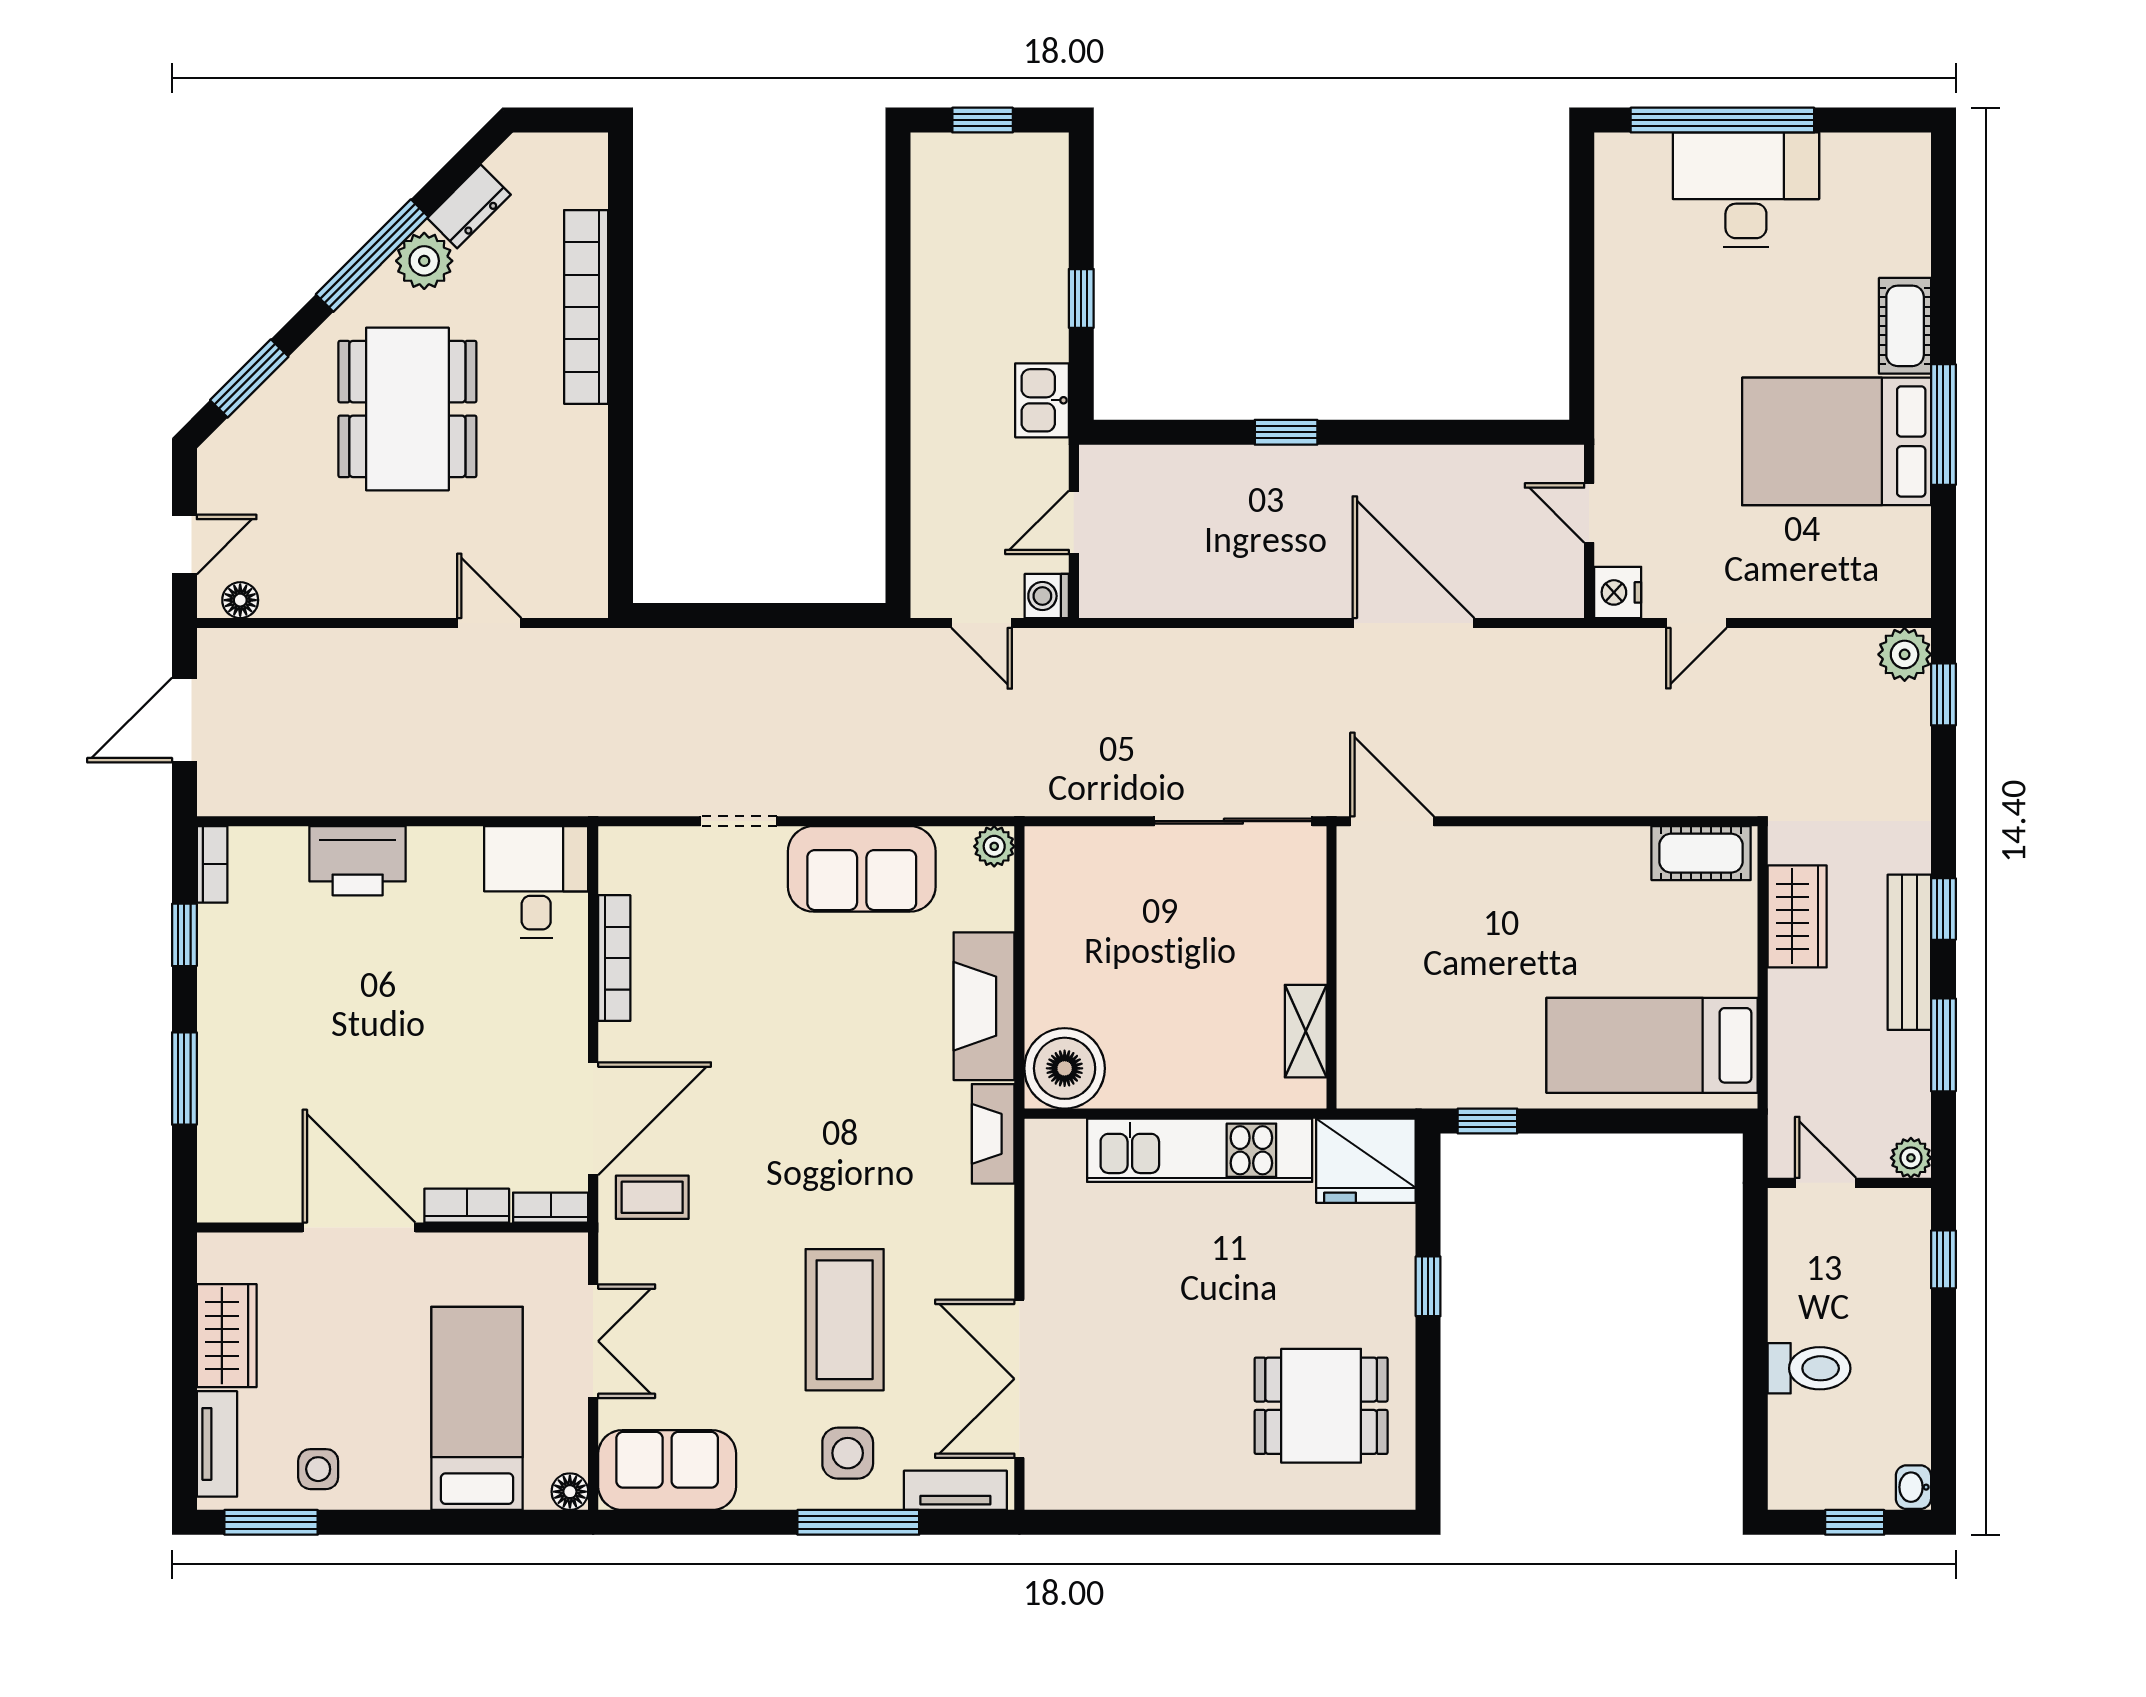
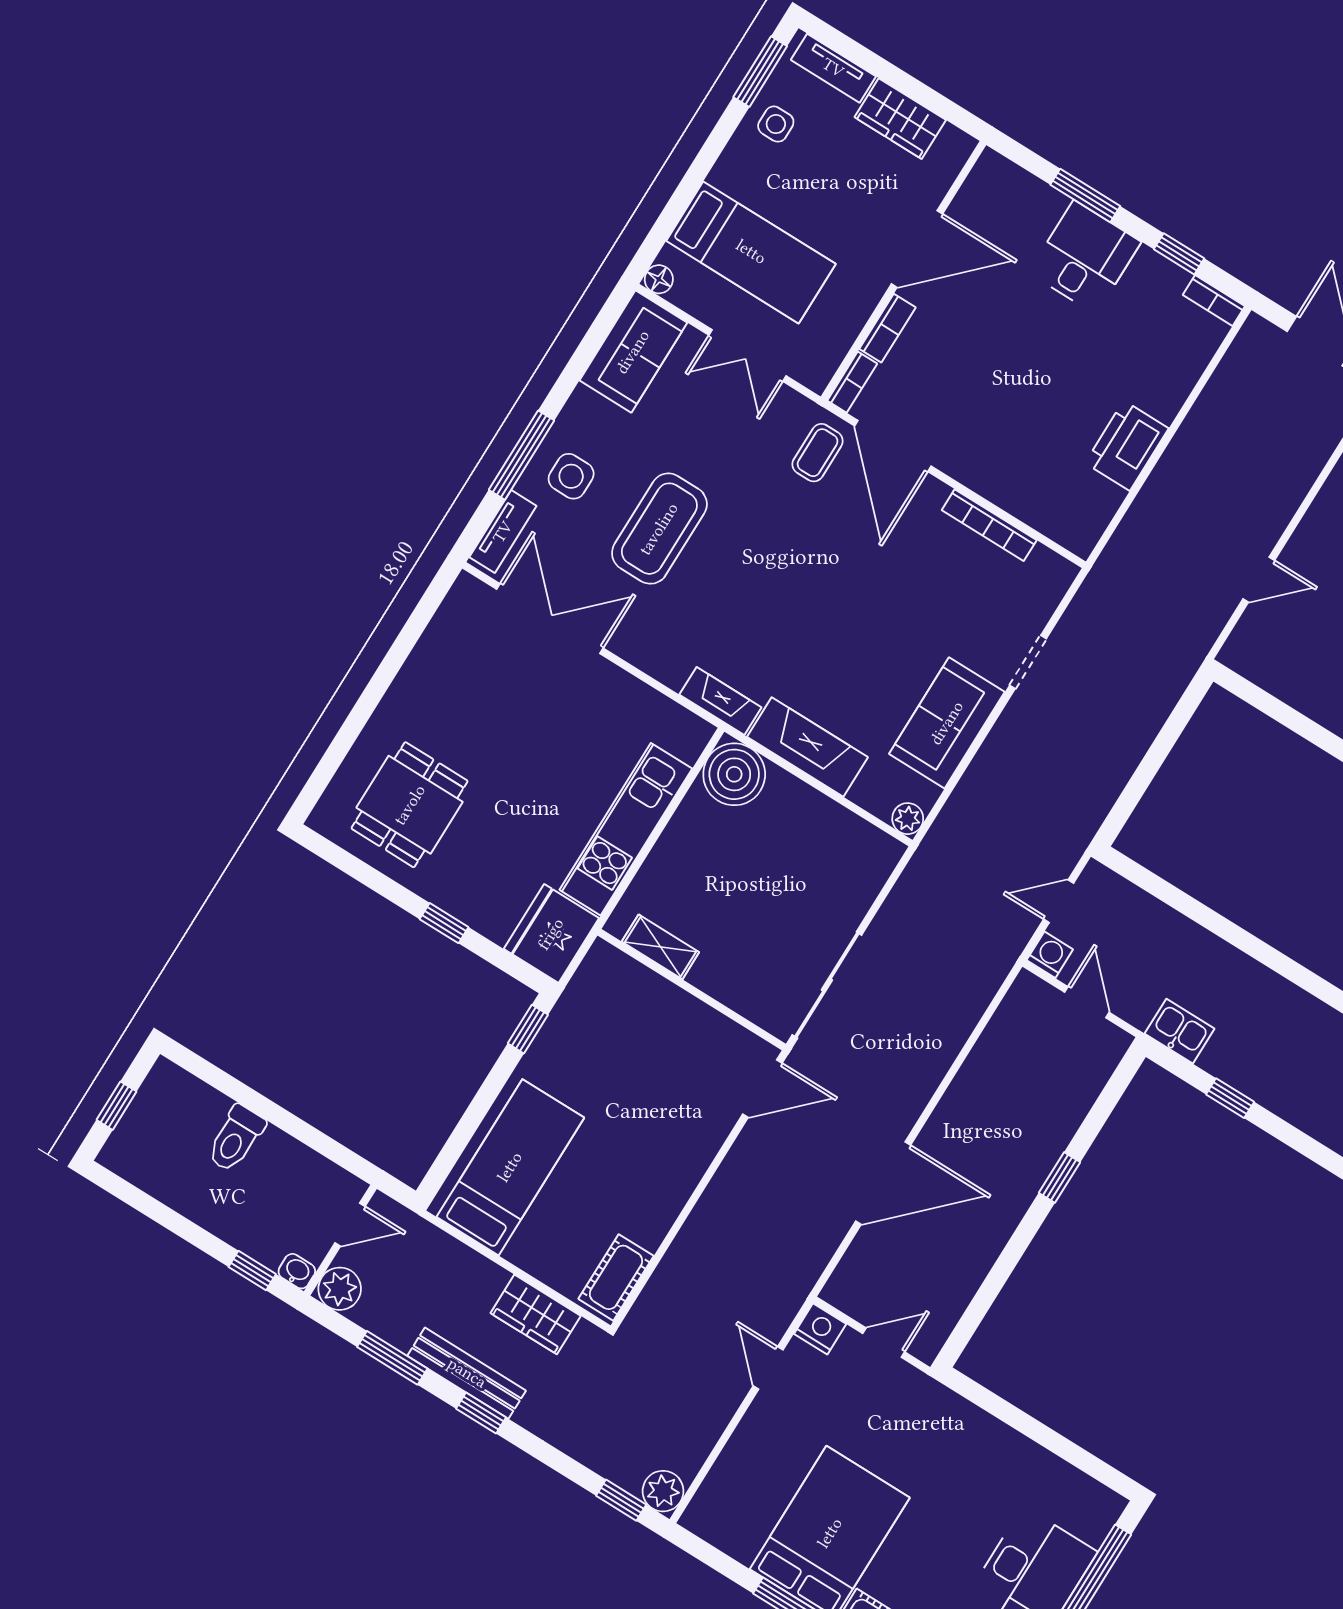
printer: (358, 861) -> (1127, 446), moved
desk: (536, 882) -> (1085, 257), moved, turned -90
plant: (1911, 1158) -> (340, 1289), width x1.38, depth x1.38
coffee table: (845, 1320) -> (659, 529), turned 90
washbasin: (1913, 1487) -> (297, 1271), moved

